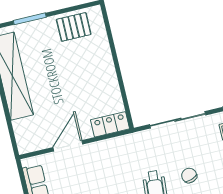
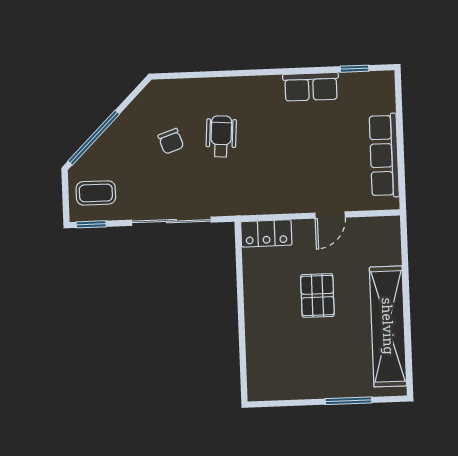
pallet: (74, 27) -> (317, 296), moved, turned 90
door: (68, 146) -> (330, 215), width x0.73

